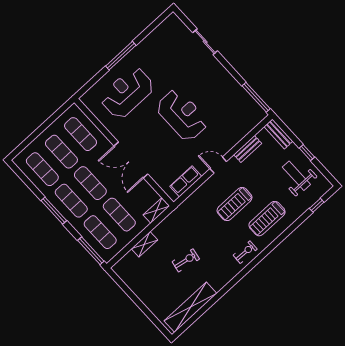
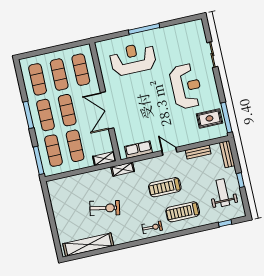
rug: (240, 108) -> (209, 118), added
reception desk: (182, 115) -> (186, 86), moved
shelving: (144, 244) -> (123, 169), moved
exercise bike: (186, 260) -> (105, 208), width x1.38, depth x1.39

